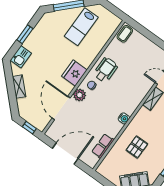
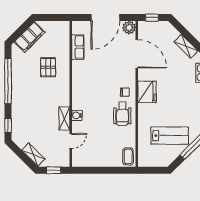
lab bench: (81, 27) -> (170, 136), turned 90
plant: (80, 95) -> (129, 28), moved
water cooler: (124, 118) -> (77, 115), moved

